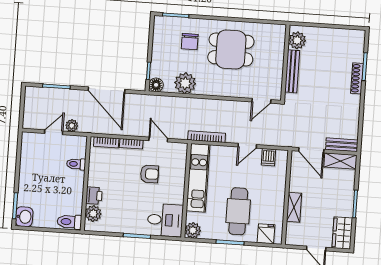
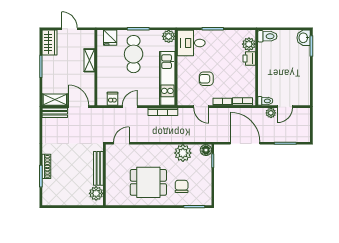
toilet: (76, 164) -> (265, 101), moved

